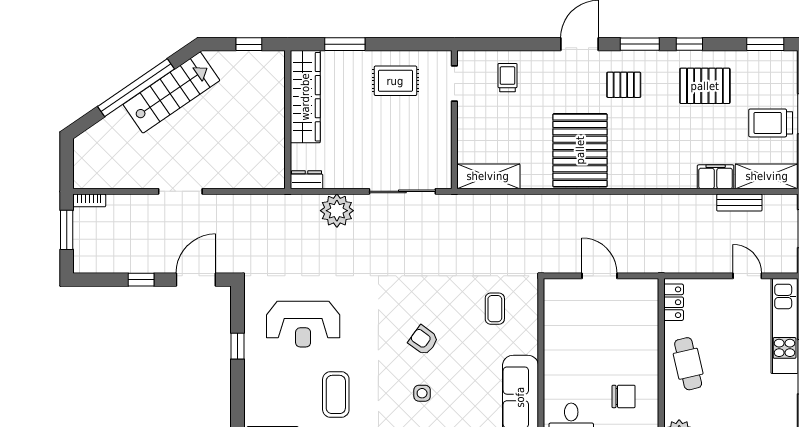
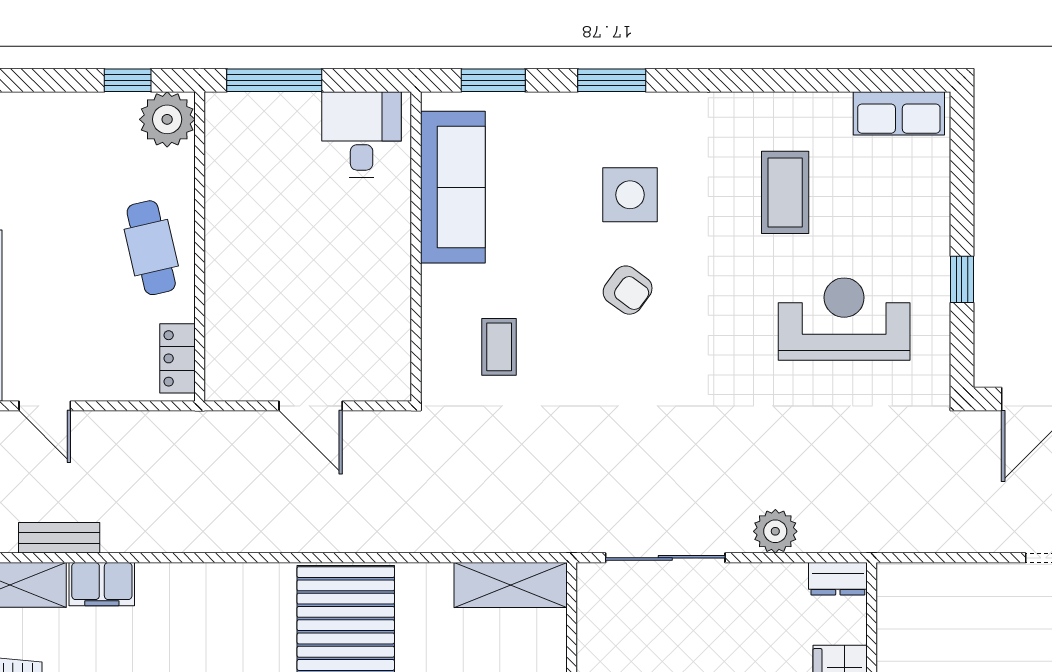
plant: (337, 211) -> (775, 531), width x0.73, depth x0.73
side table: (422, 393) -> (630, 195), width x1.87, depth x1.87
chair: (624, 396) -> (267, 189), removed

